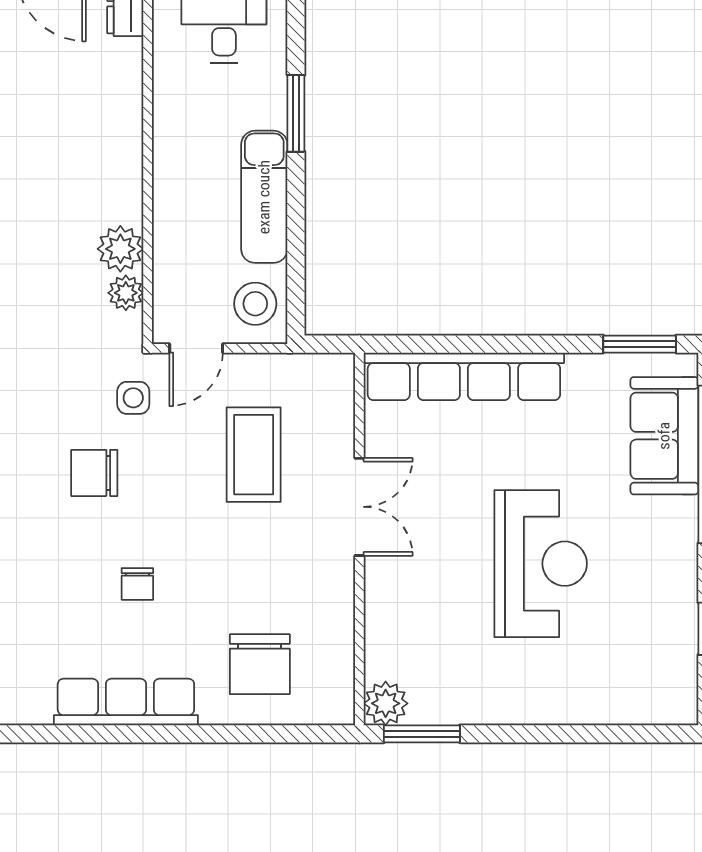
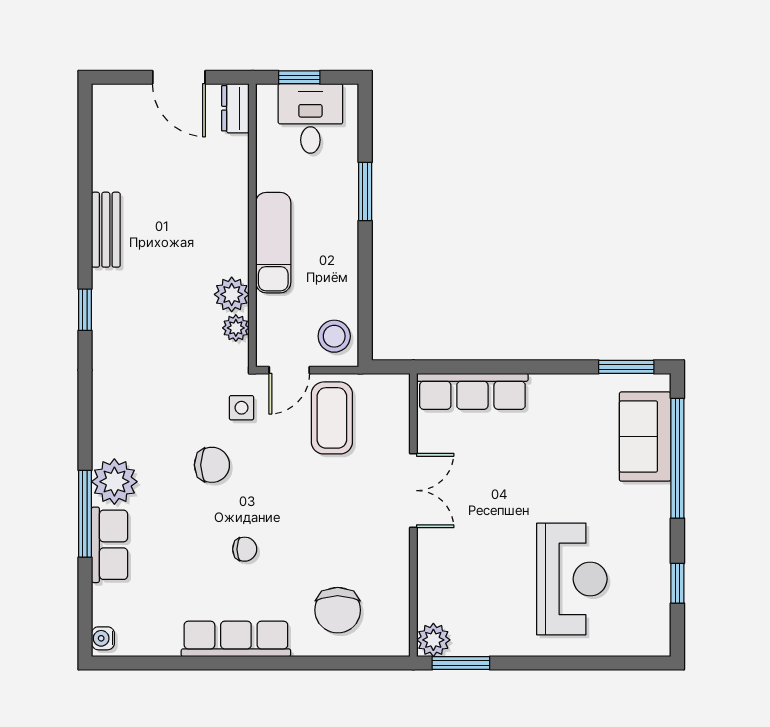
exam couch: (264, 197) -> (273, 243), moved, turned 180
row of seats: (464, 376) -> (472, 391), width x0.73
coffee table: (254, 455) -> (332, 418), moved
chair: (94, 473) -> (212, 465), turned 180
reception desk: (541, 564) -> (572, 579), moved
chair: (137, 584) -> (245, 549), turned -90

